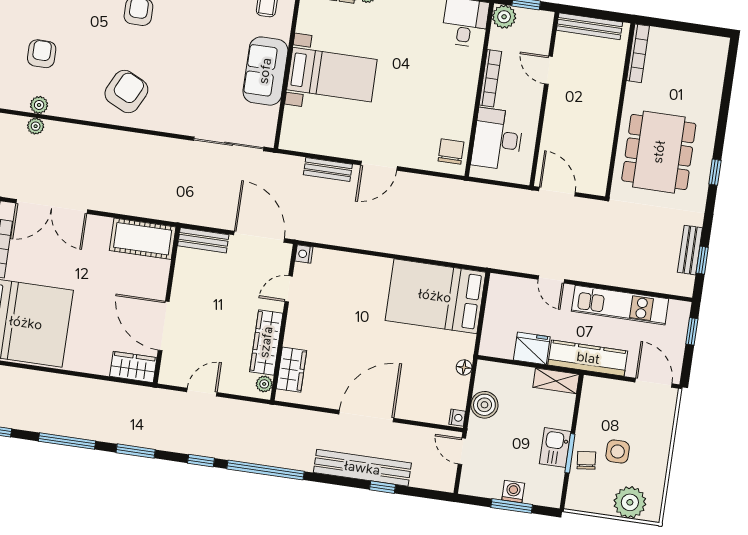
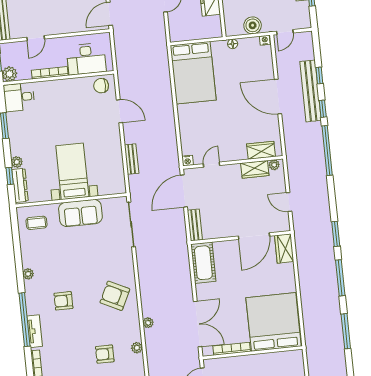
plant: (36, 126) -> (148, 323), moved
door: (379, 166) -> (119, 111), moved
door: (289, 289) -> (212, 165), swing flipped
wardrobe: (266, 342) -> (255, 169), width x0.67
window: (201, 461) -> (323, 109), moved

